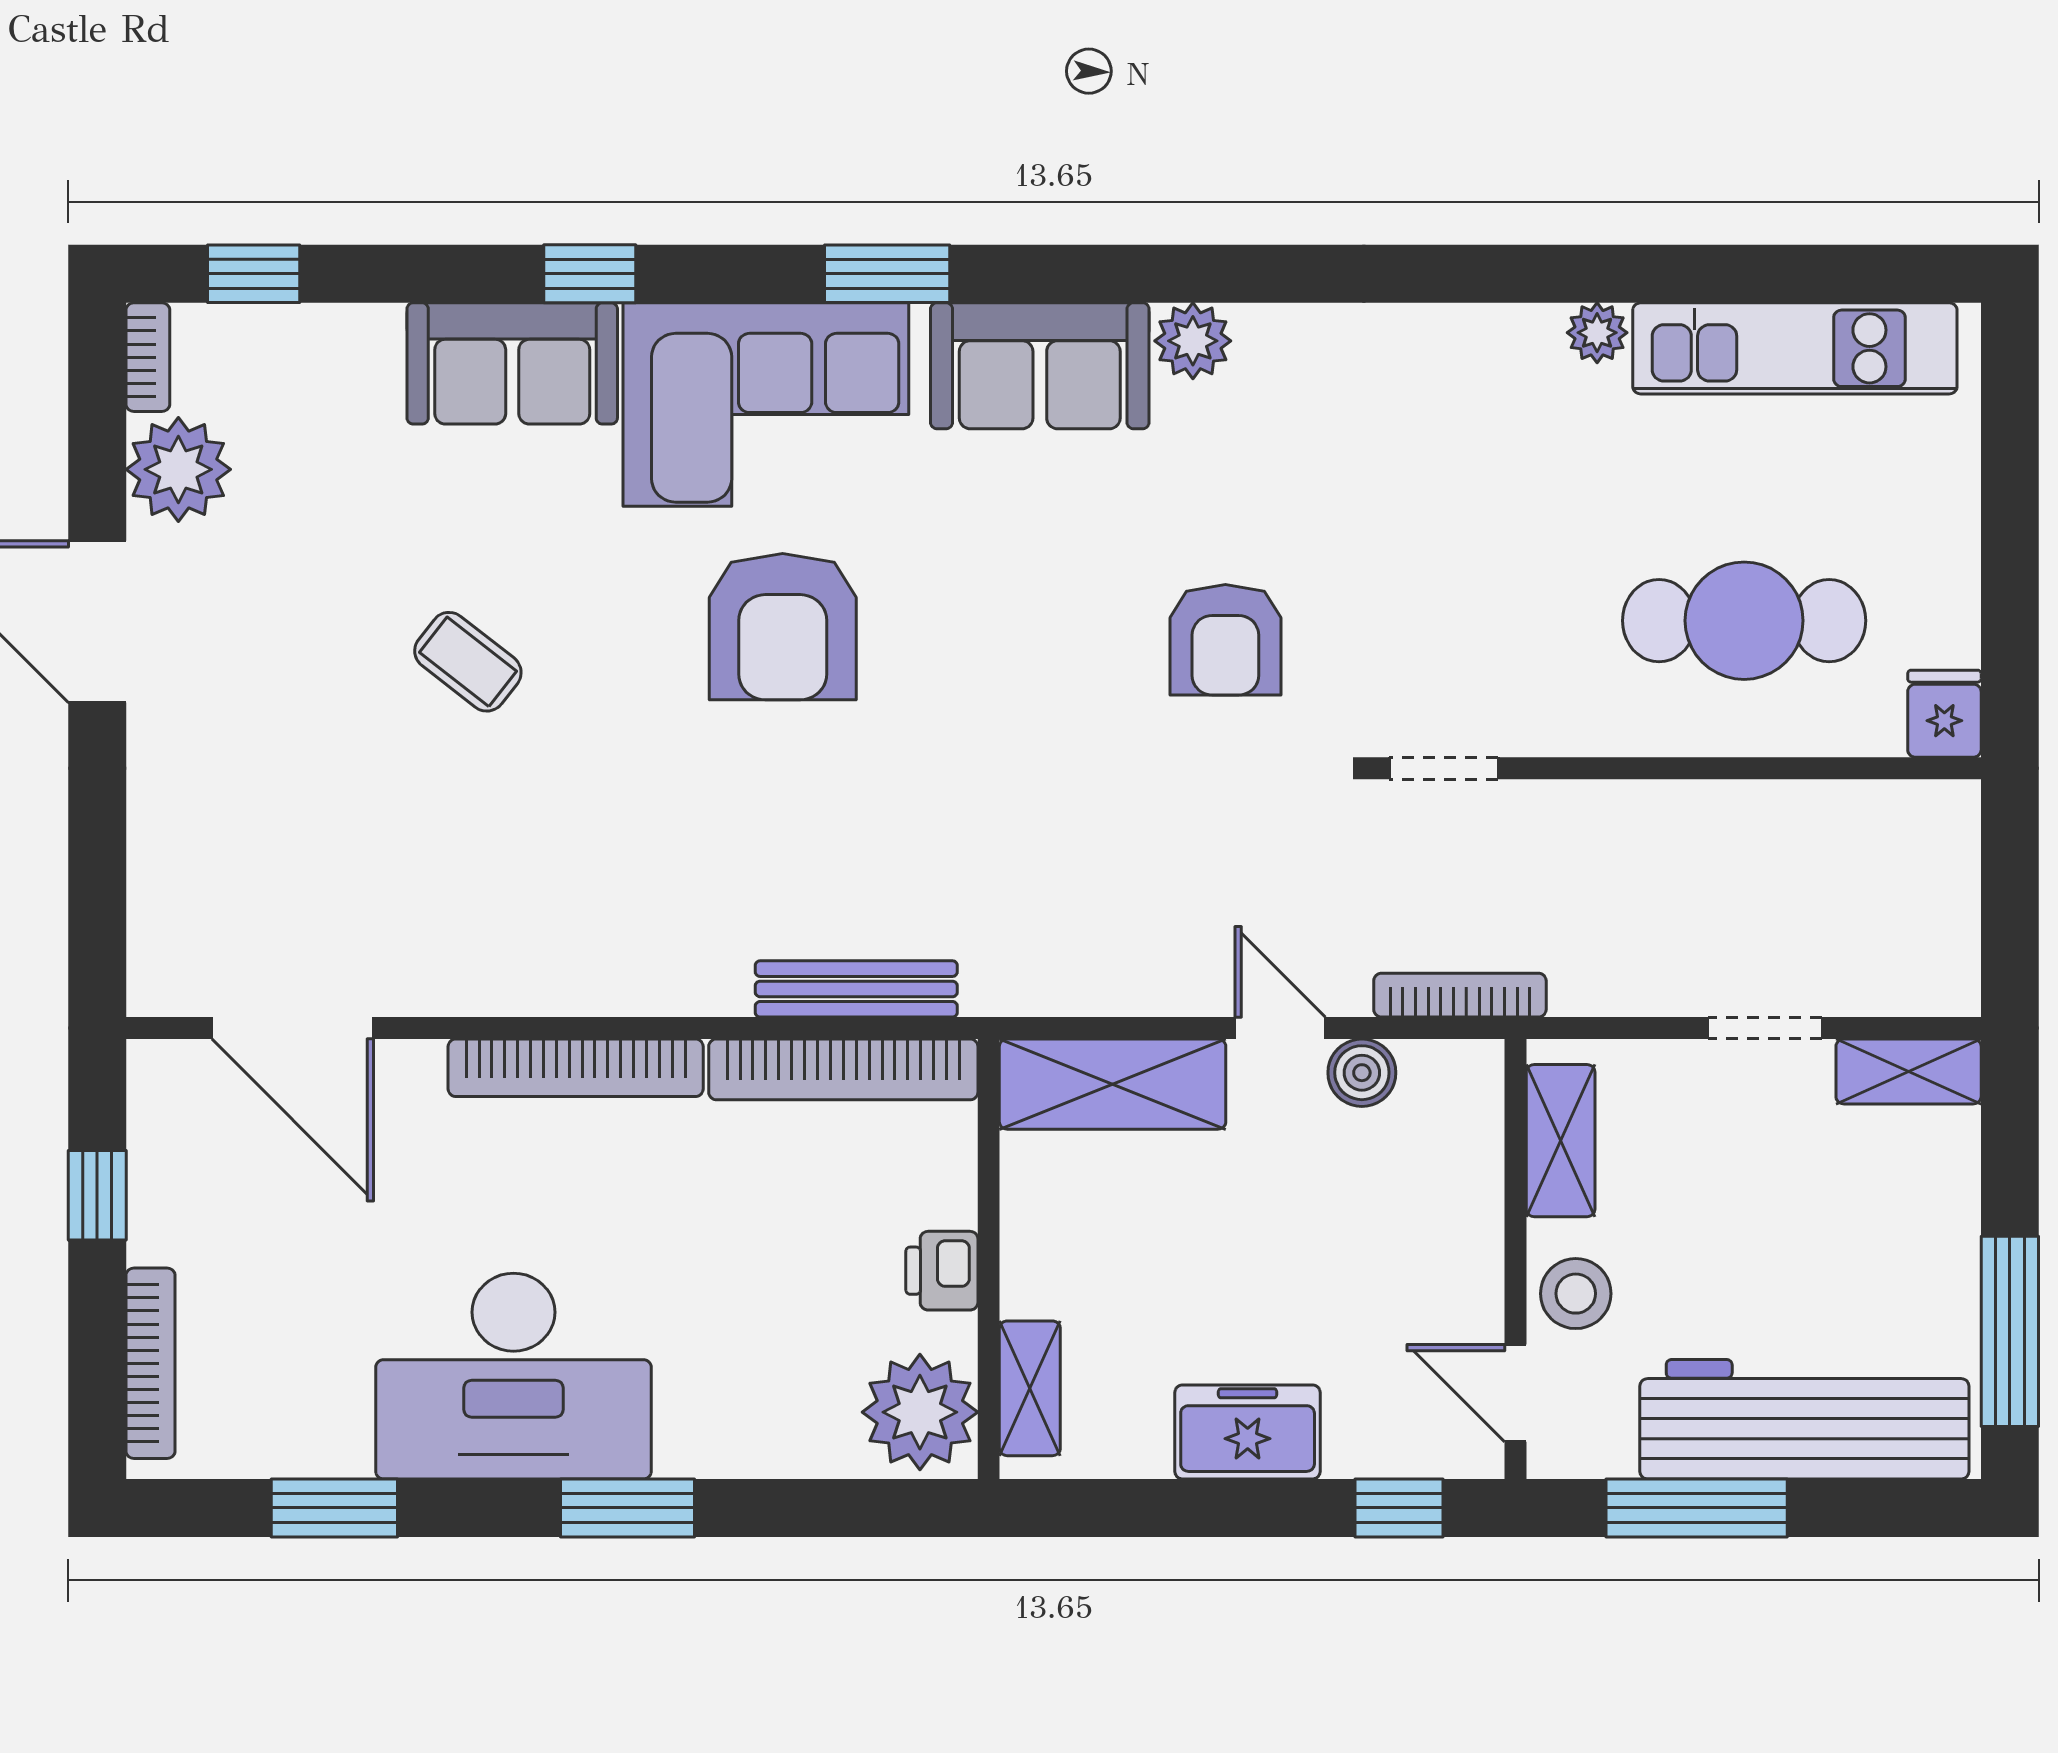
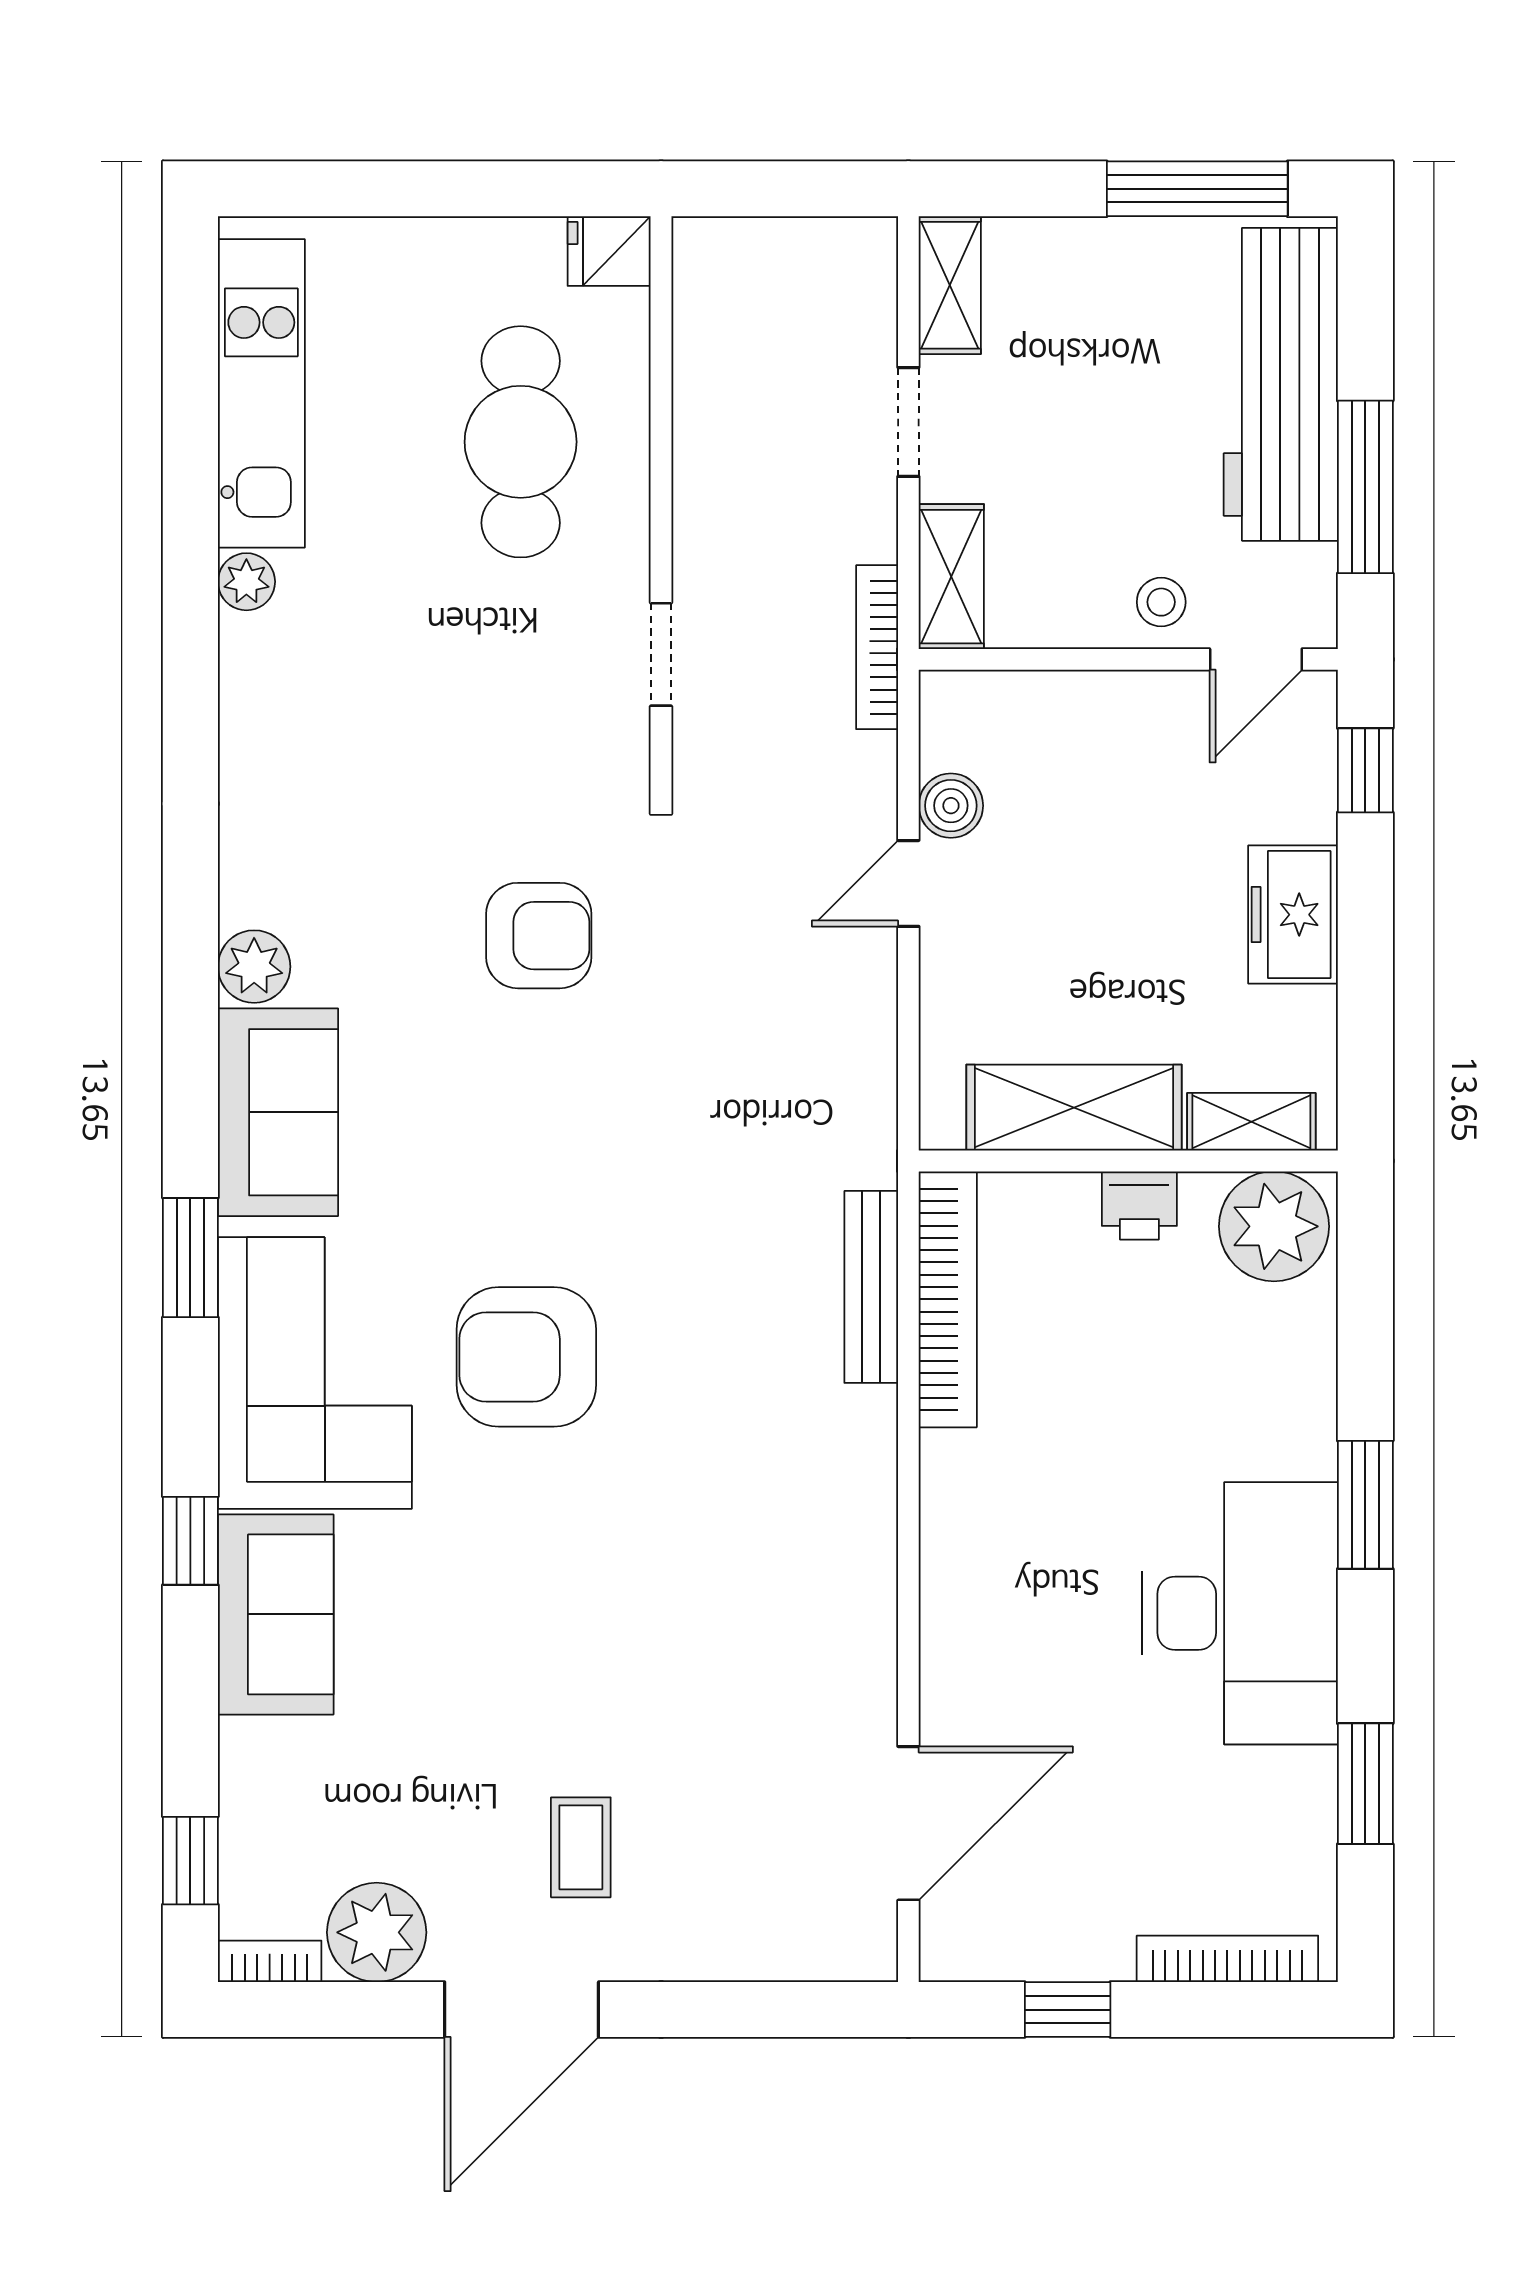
armchair: (783, 627) -> (526, 1357), turned 180
coffee table: (468, 662) -> (581, 1847), moved, turned -38
doorway: (1444, 768) -> (661, 654), moved
bookcase: (1460, 995) -> (877, 647), moved
bookcase: (576, 1068) -> (946, 1554), removed
shelving: (1113, 1084) -> (1074, 1108), moved, turned 90
shelving: (1561, 1141) -> (951, 577), moved, turned 90
stool: (1576, 1294) -> (1161, 602), width x0.73, depth x0.73

